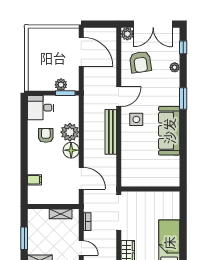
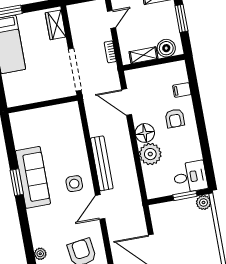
plant: (61, 85) -> (204, 202), moved
window: (65, 93) -> (185, 196), moved
window: (183, 98) -> (17, 182), moved
armchair: (46, 135) -> (175, 118), moved
boiler: (41, 216) -> (166, 48), added
door: (81, 248) -> (111, 19), swing flipped

